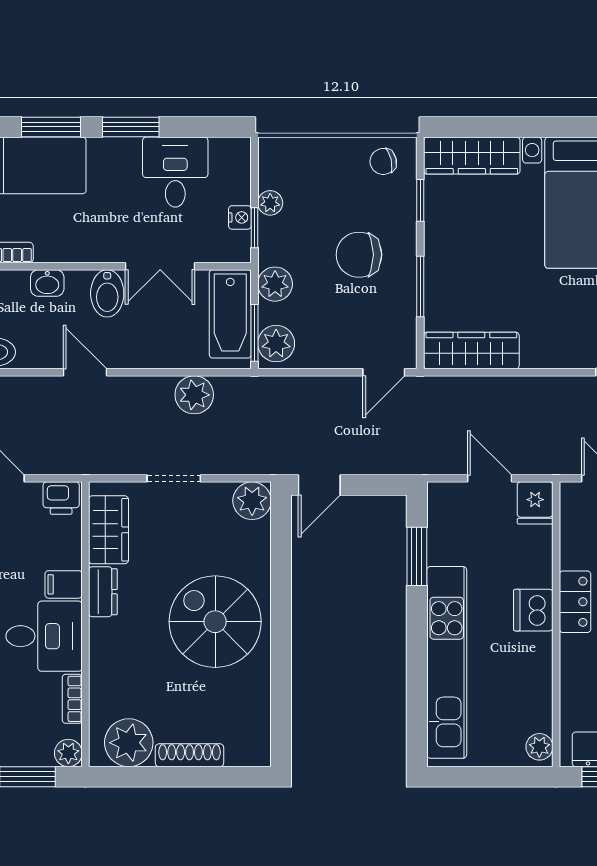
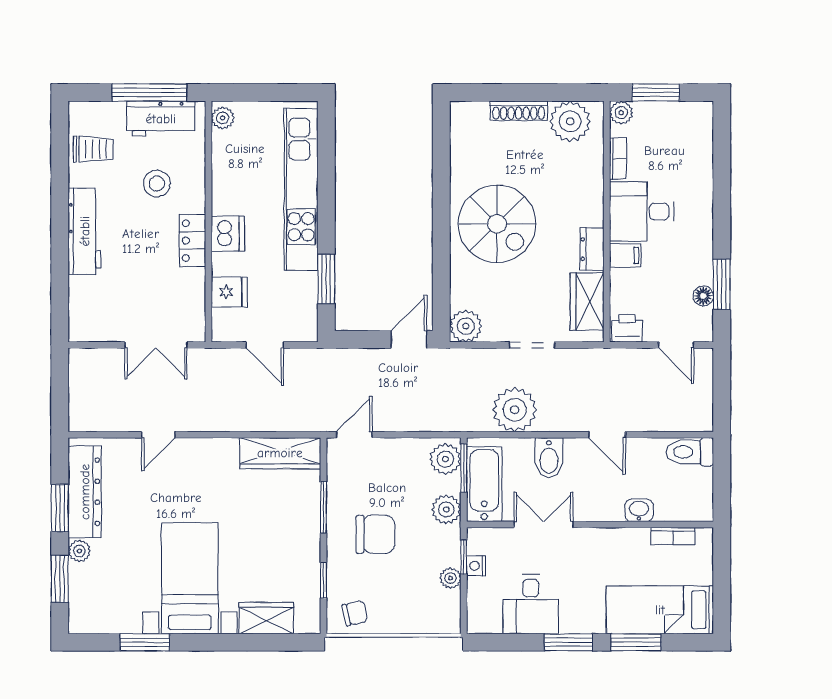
wardrobe: (472, 156) -> (266, 618), width x0.67
bidet: (107, 293) -> (549, 458), moved, turned 180
plant: (194, 395) -> (515, 410), width x1.36, depth x1.36
fridge: (535, 503) -> (229, 292), moved, turned 90

